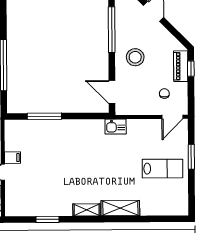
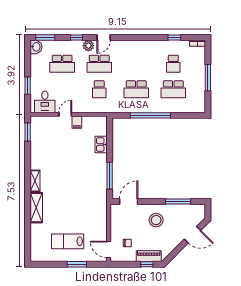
window: (112, 30) -> (178, 201), width x0.68
window: (44, 116) -> (110, 176), moved
kitchen sink: (116, 127) -> (101, 145), moved
lab bench: (162, 169) -> (68, 241), turned 90
window: (48, 219) -> (28, 132), moved

